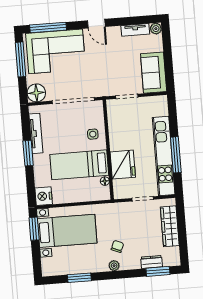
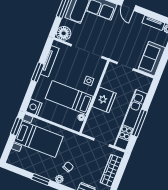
fridge: (123, 165) -> (104, 100), moved
window: (79, 278) -> (41, 179), moved

